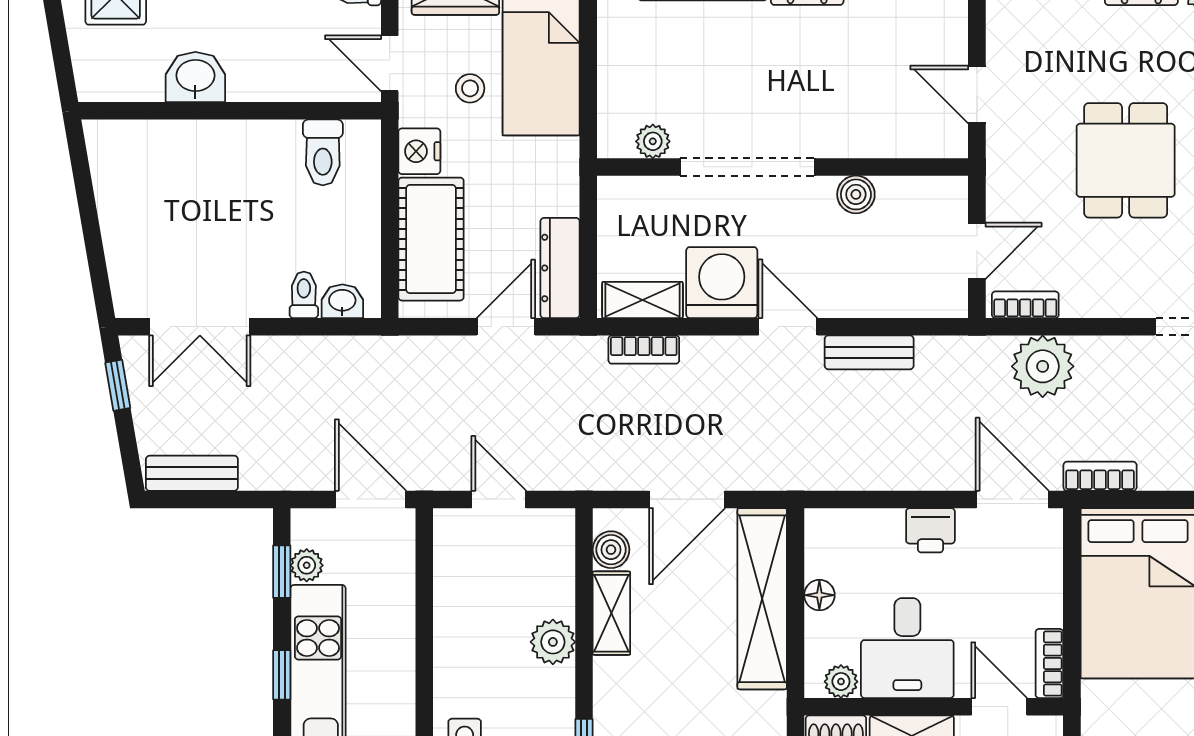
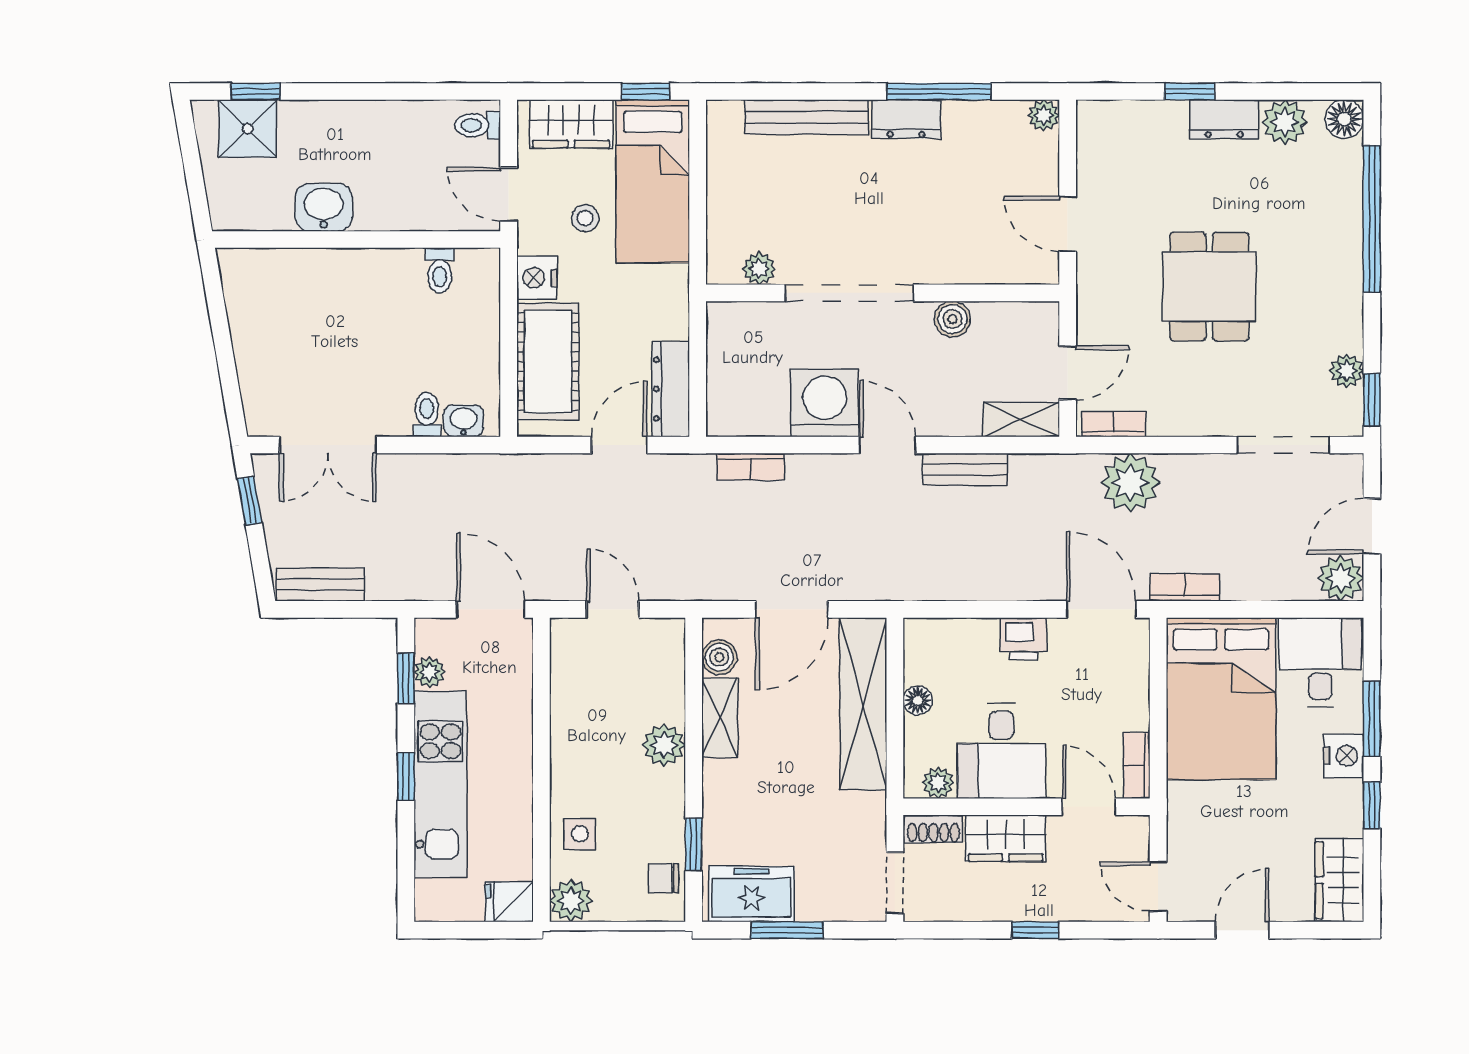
toilet: (323, 152) -> (440, 270), width x0.73, depth x0.72
shelving: (642, 300) -> (1021, 420), moved

